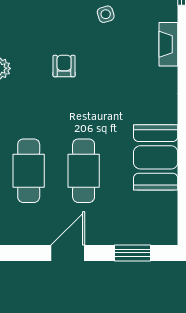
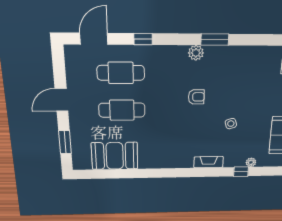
booth: (156, 157) -> (115, 156), moved
door: (68, 253) -> (62, 100), swing flipped

